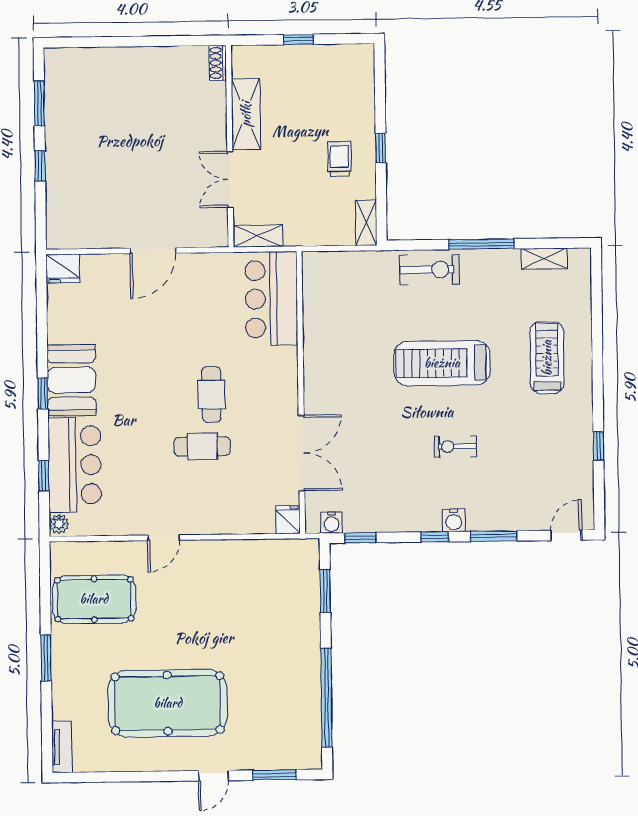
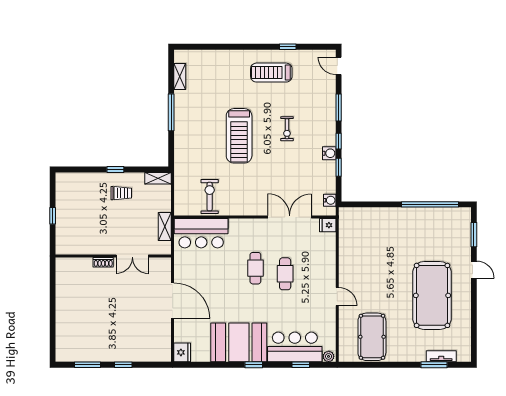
shoe rack: (218, 63) -> (103, 262), moved
shelving: (246, 114) -> (95, 246), removed
trolley: (340, 159) -> (121, 193), turned 180
shelving: (258, 236) -> (165, 226), moved
door: (153, 251) -> (173, 301), width x1.36
exercise bike: (430, 270) -> (210, 197), moved
treadmill: (547, 358) -> (271, 73), moved
booth: (71, 380) -> (239, 342), width x1.36, depth x1.42
cafe table: (211, 394) -> (255, 268), turned 90
water cooler: (454, 520) -> (329, 153), moved
window: (360, 538) -> (339, 167), moved
window: (325, 591) -> (369, 204), removed
window: (46, 658) -> (434, 365), moved
tv unit: (62, 747) -> (441, 356), moved

